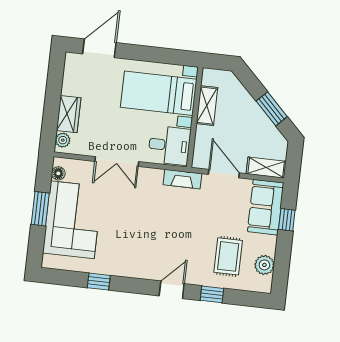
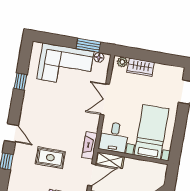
shelving: (207, 106) -> (110, 160), moved
window: (40, 209) -> (88, 45), moved
rug: (228, 256) -> (50, 158), moved

